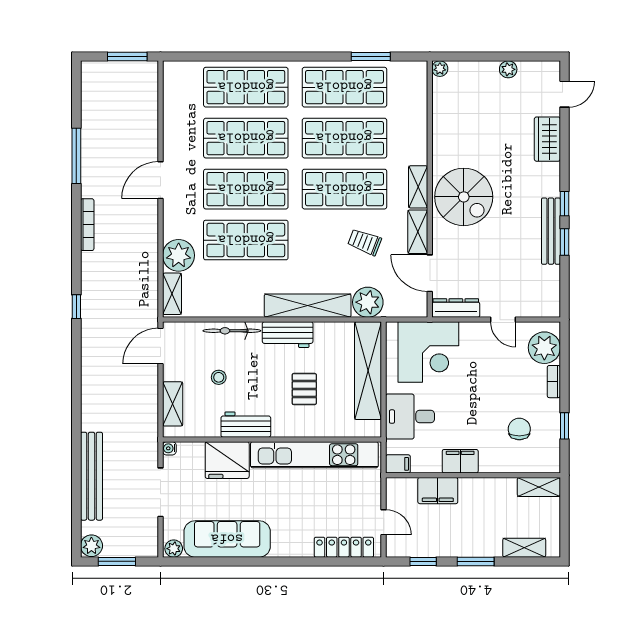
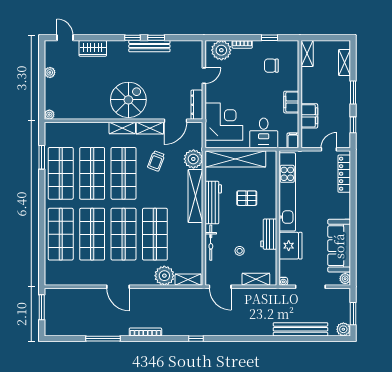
workbench: (288, 335) -> (213, 203), width x1.38

